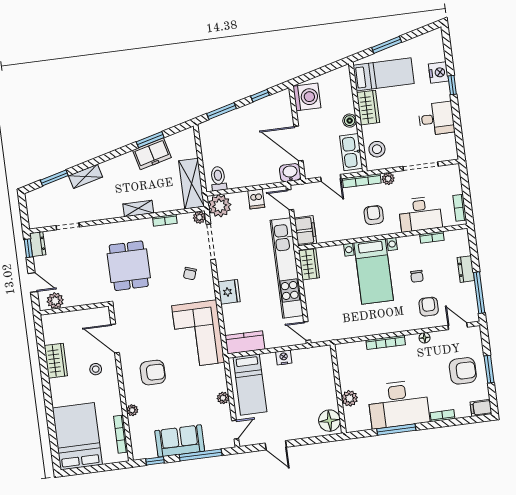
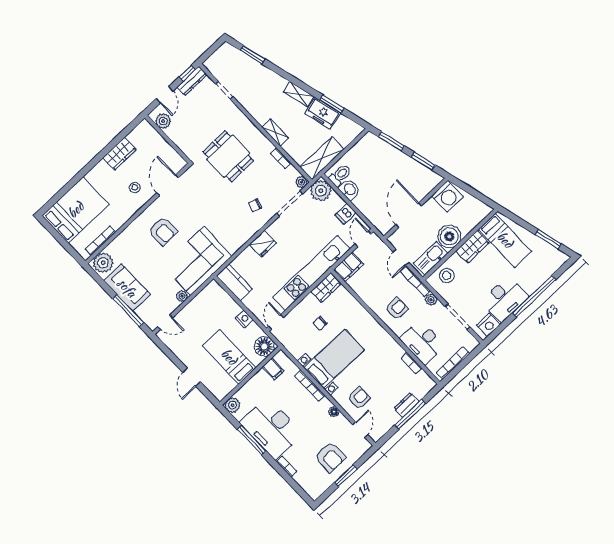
window: (387, 45) -> (548, 239), moved
nightstand: (438, 73) -> (488, 325), moved
window: (452, 85) -> (534, 296), width x3.17
window: (260, 96) -> (423, 161), width x1.50
desk: (436, 119) -> (505, 299), width x1.37
boiler: (350, 121) -> (449, 236), width x1.86, depth x1.86
washbasin: (290, 173) -> (350, 189), moved
shelving: (85, 176) -> (299, 94), moved
bookcase: (460, 208) -> (453, 363), width x1.56
dresser: (38, 244) -> (192, 81), width x1.44
dining table: (129, 266) -> (228, 156), turned 90
bed with nightstands: (374, 271) -> (334, 359), moved, turned 180
chair: (417, 276) -> (320, 323), moved
window: (479, 293) -> (410, 414), moved
corner sofa: (198, 334) -> (197, 261), moved
bed: (250, 385) -> (229, 357), moved, turned 90
plant: (350, 398) -> (233, 405), moved
filing cabinet: (481, 408) -> (273, 369), moved, turned 180
plant: (132, 410) -> (103, 263), moved, width x1.88, depth x1.88
floor lamp: (330, 421) -> (264, 347), moved
door: (276, 445) -> (192, 377), moved
window: (155, 461) -> (99, 280), removed

